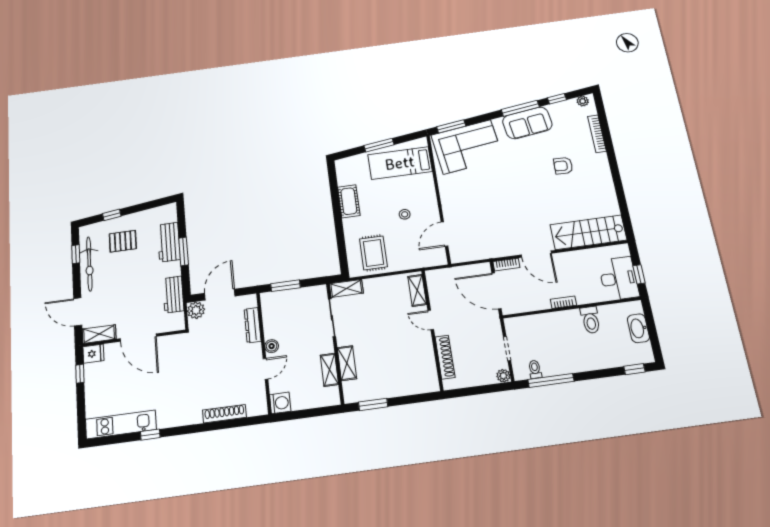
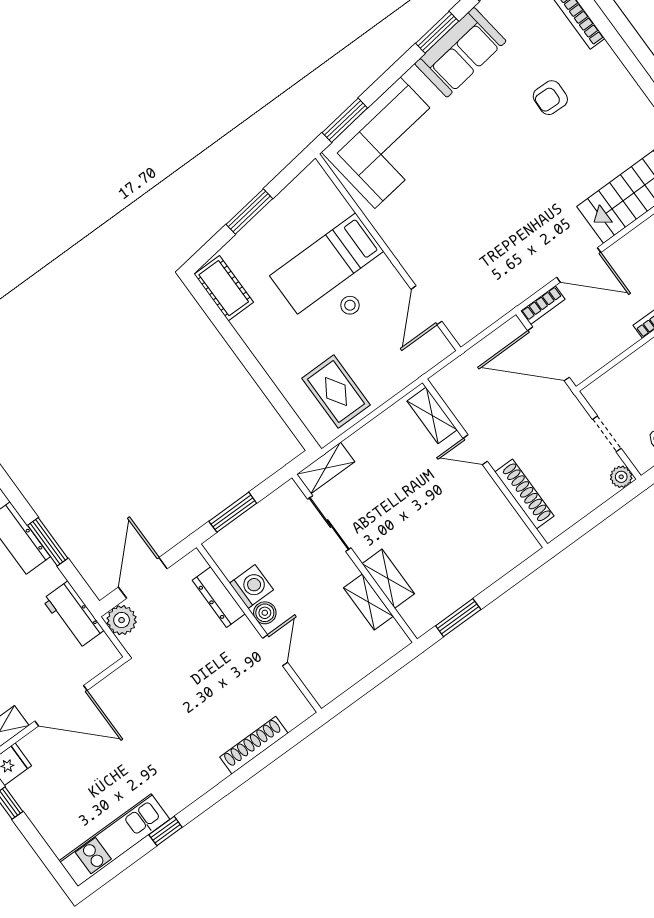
window: (520, 108) -> (437, 32), width x0.69
bed: (400, 163) -> (327, 264), moved
cot: (349, 201) -> (224, 288), moved
washing machine: (280, 403) -> (251, 587), moved

